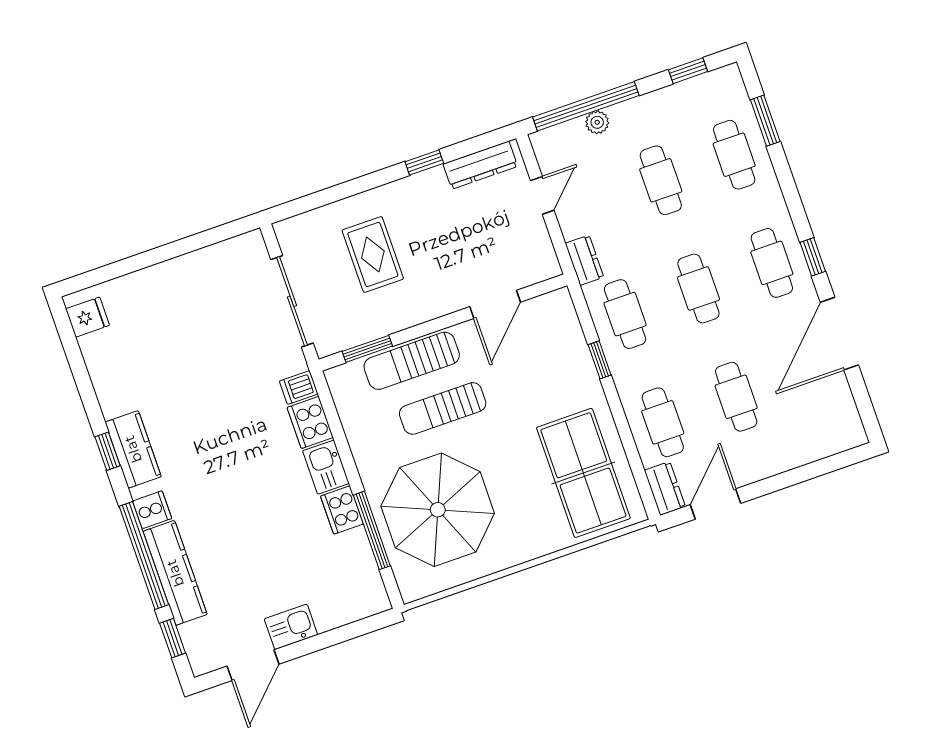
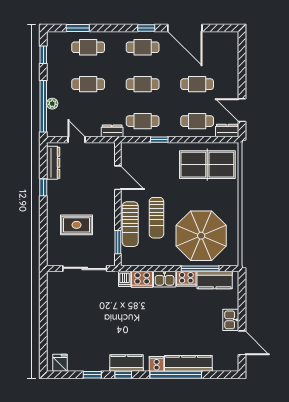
kitchen counter: (359, 567) -> (215, 280), added
window: (173, 638) -> (92, 375), moved

